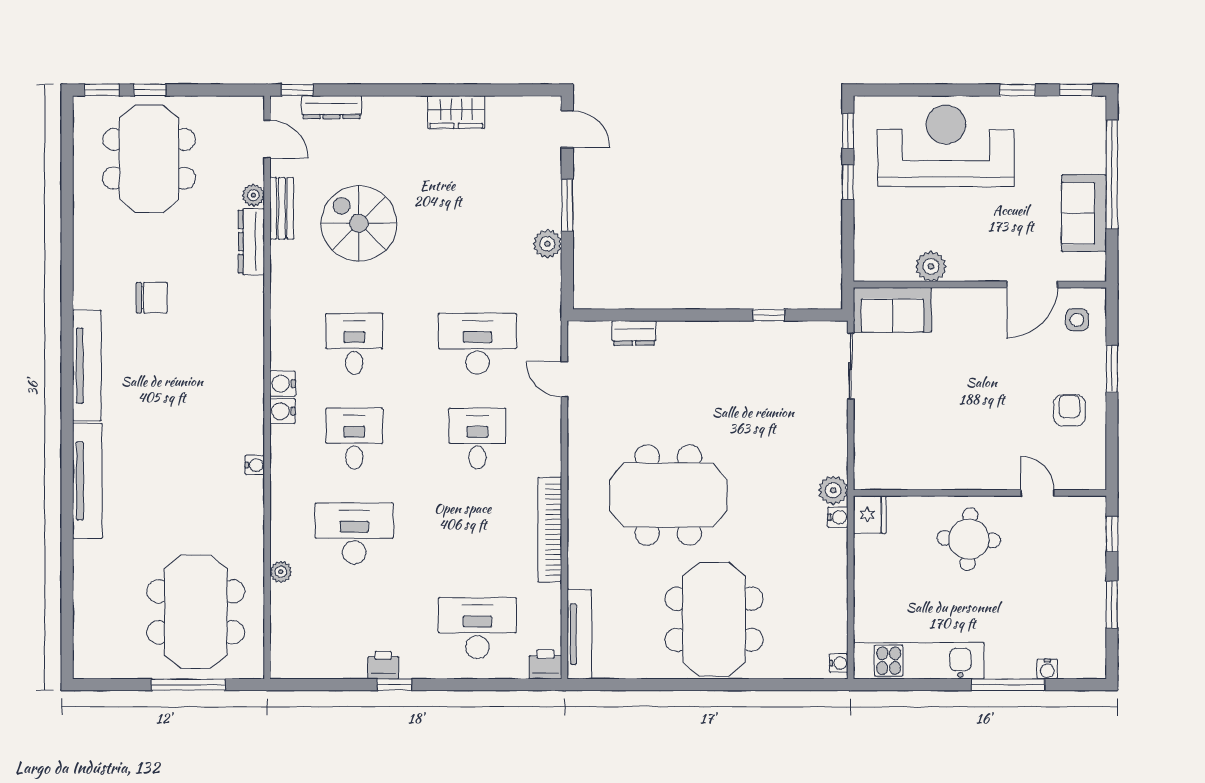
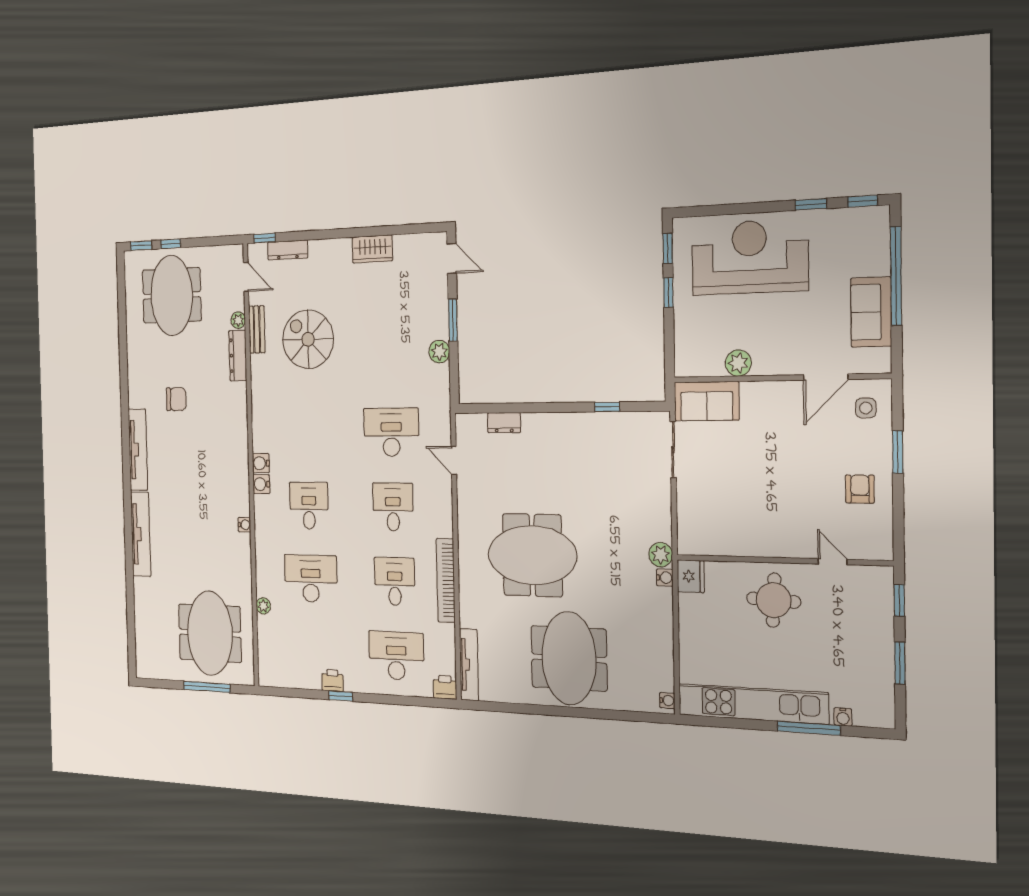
desk: (354, 344) -> (395, 582), moved
kitchen unit: (919, 661) -> (753, 704), width x1.36

